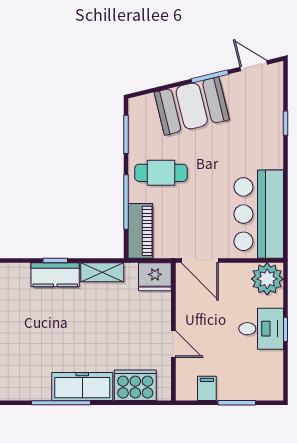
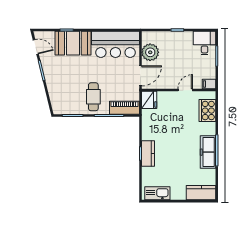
door: (254, 66) -> (36, 47), swing flipped
booth: (192, 106) -> (73, 43), moved, turned -76
shelving: (102, 272) -> (147, 128), removed
plant: (267, 279) -> (150, 52), moved
desk: (261, 329) -> (205, 43), moved
freezer: (82, 387) -> (208, 152), moved
filing cabinet: (207, 388) -> (209, 84), moved

